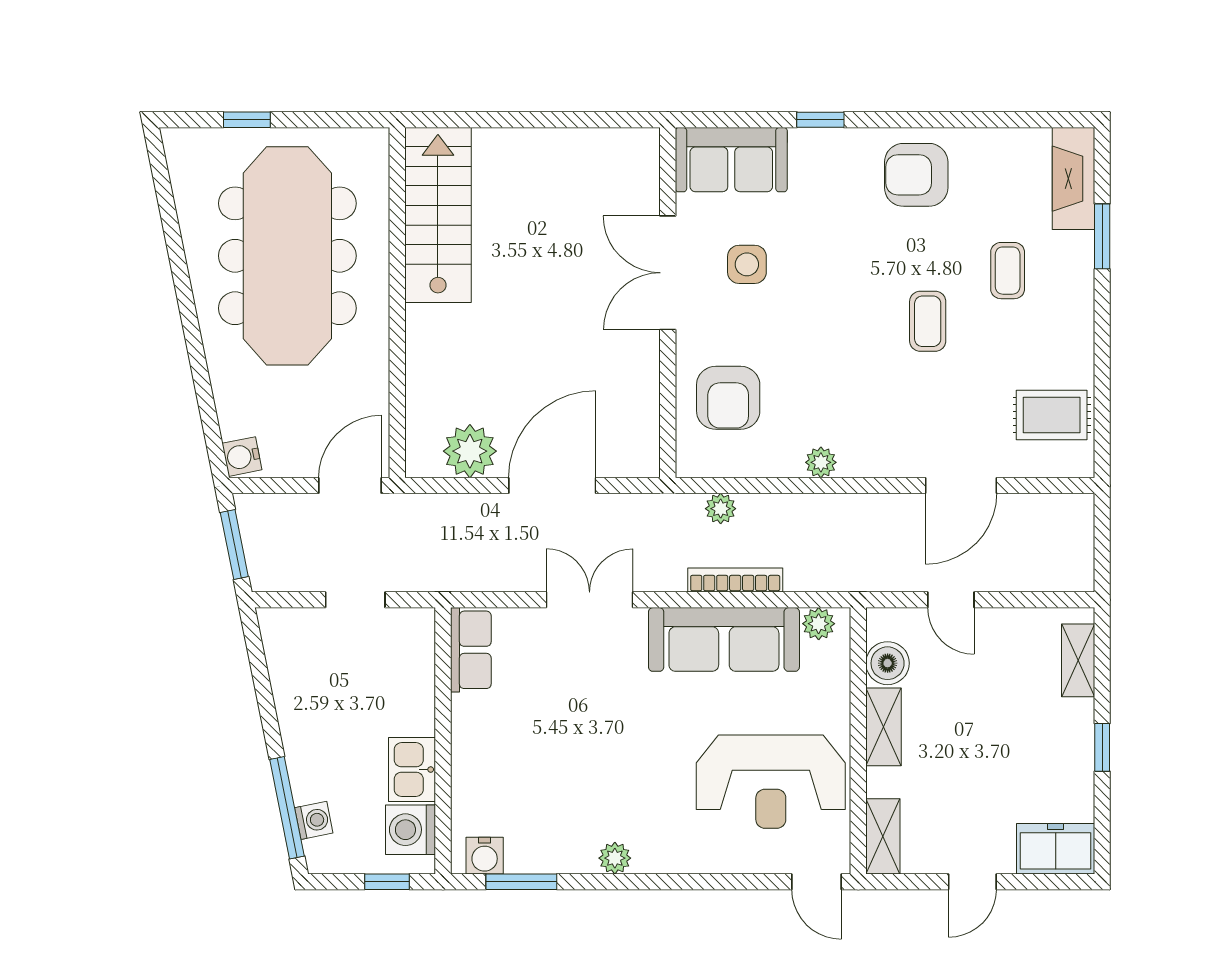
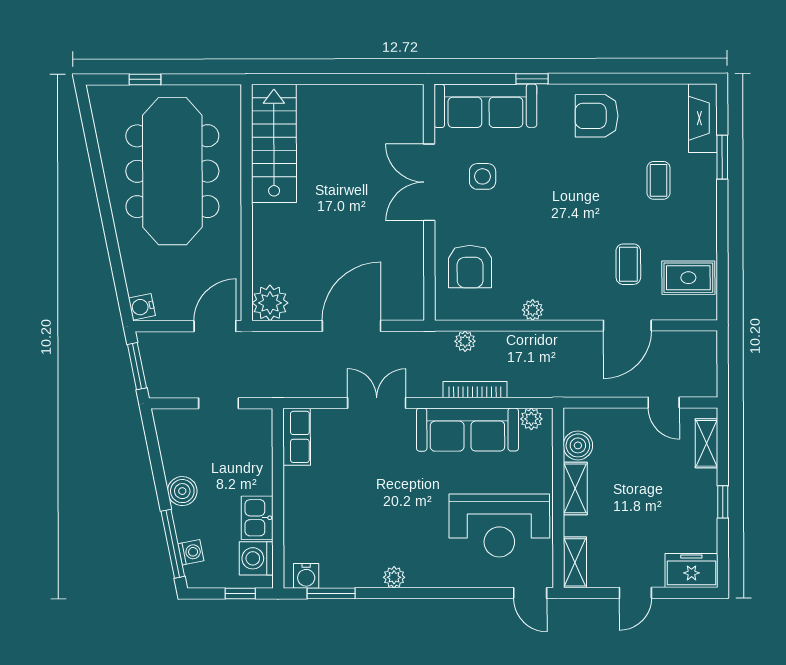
sofa: (731, 160) -> (485, 106), width x1.36
coffee table: (928, 321) -> (628, 264), moved
plant: (470, 451) -> (270, 303), moved
door: (951, 600) -> (664, 403), moved
boiler: (301, 730) -> (182, 491), added

